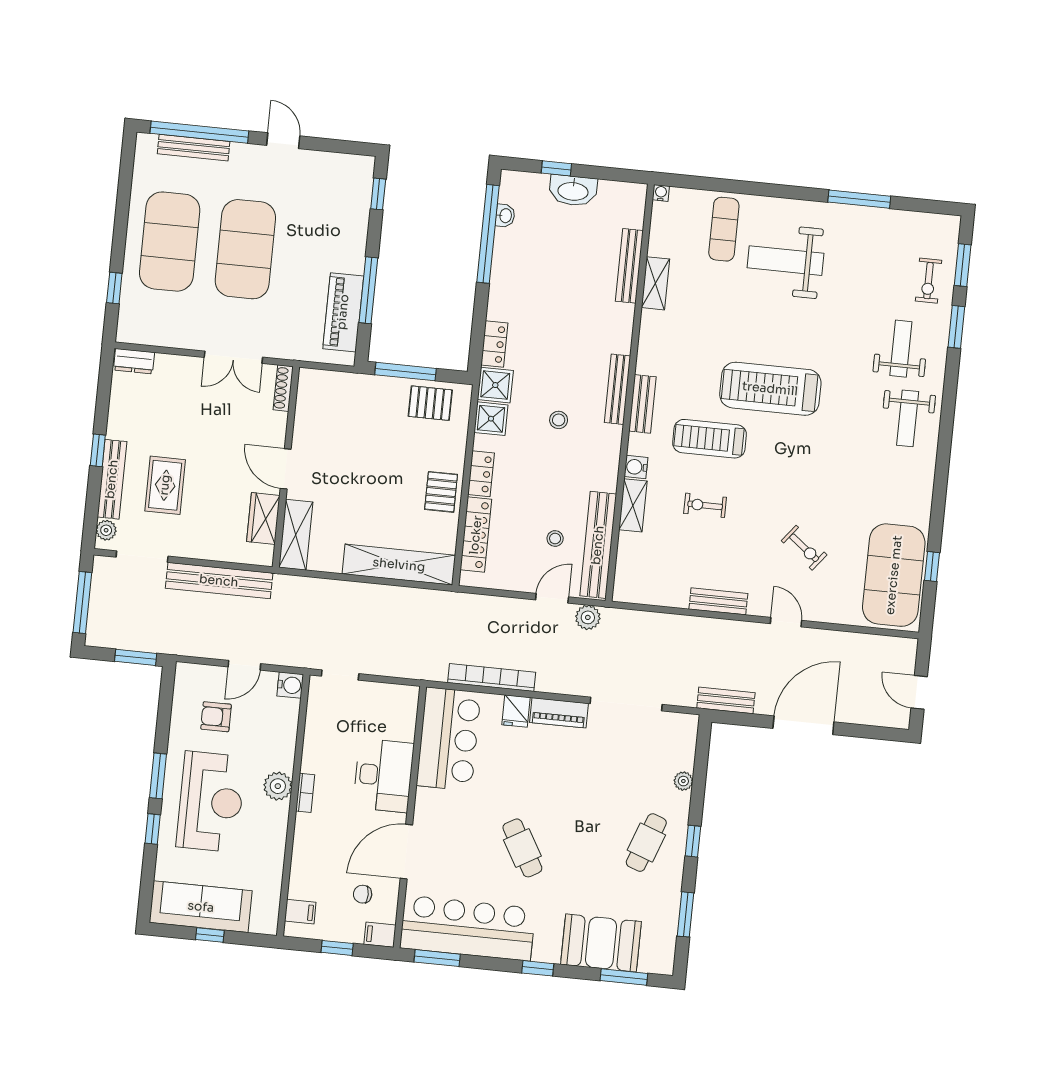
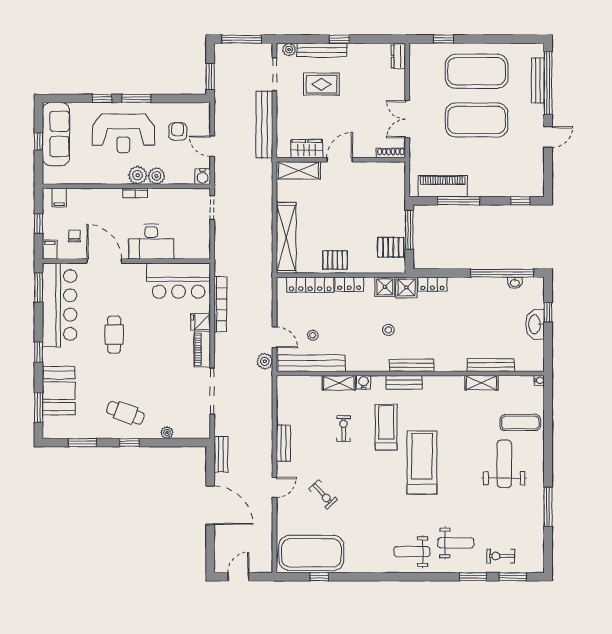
pallet: (430, 403) -> (391, 247), turned 90
exercise bike: (804, 548) -> (323, 494), turned -80
plant: (282, 757) -> (156, 176), added
cafe table: (522, 848) -> (114, 335), turned -60

